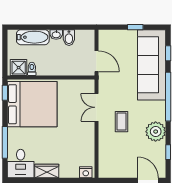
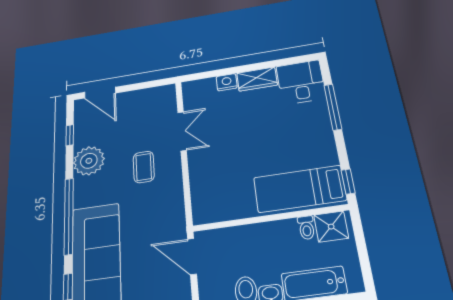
bed: (32, 104) -> (300, 189), width x0.49
double door: (96, 107) -> (182, 131), moved
nightstand: (86, 172) -> (227, 82), moved

